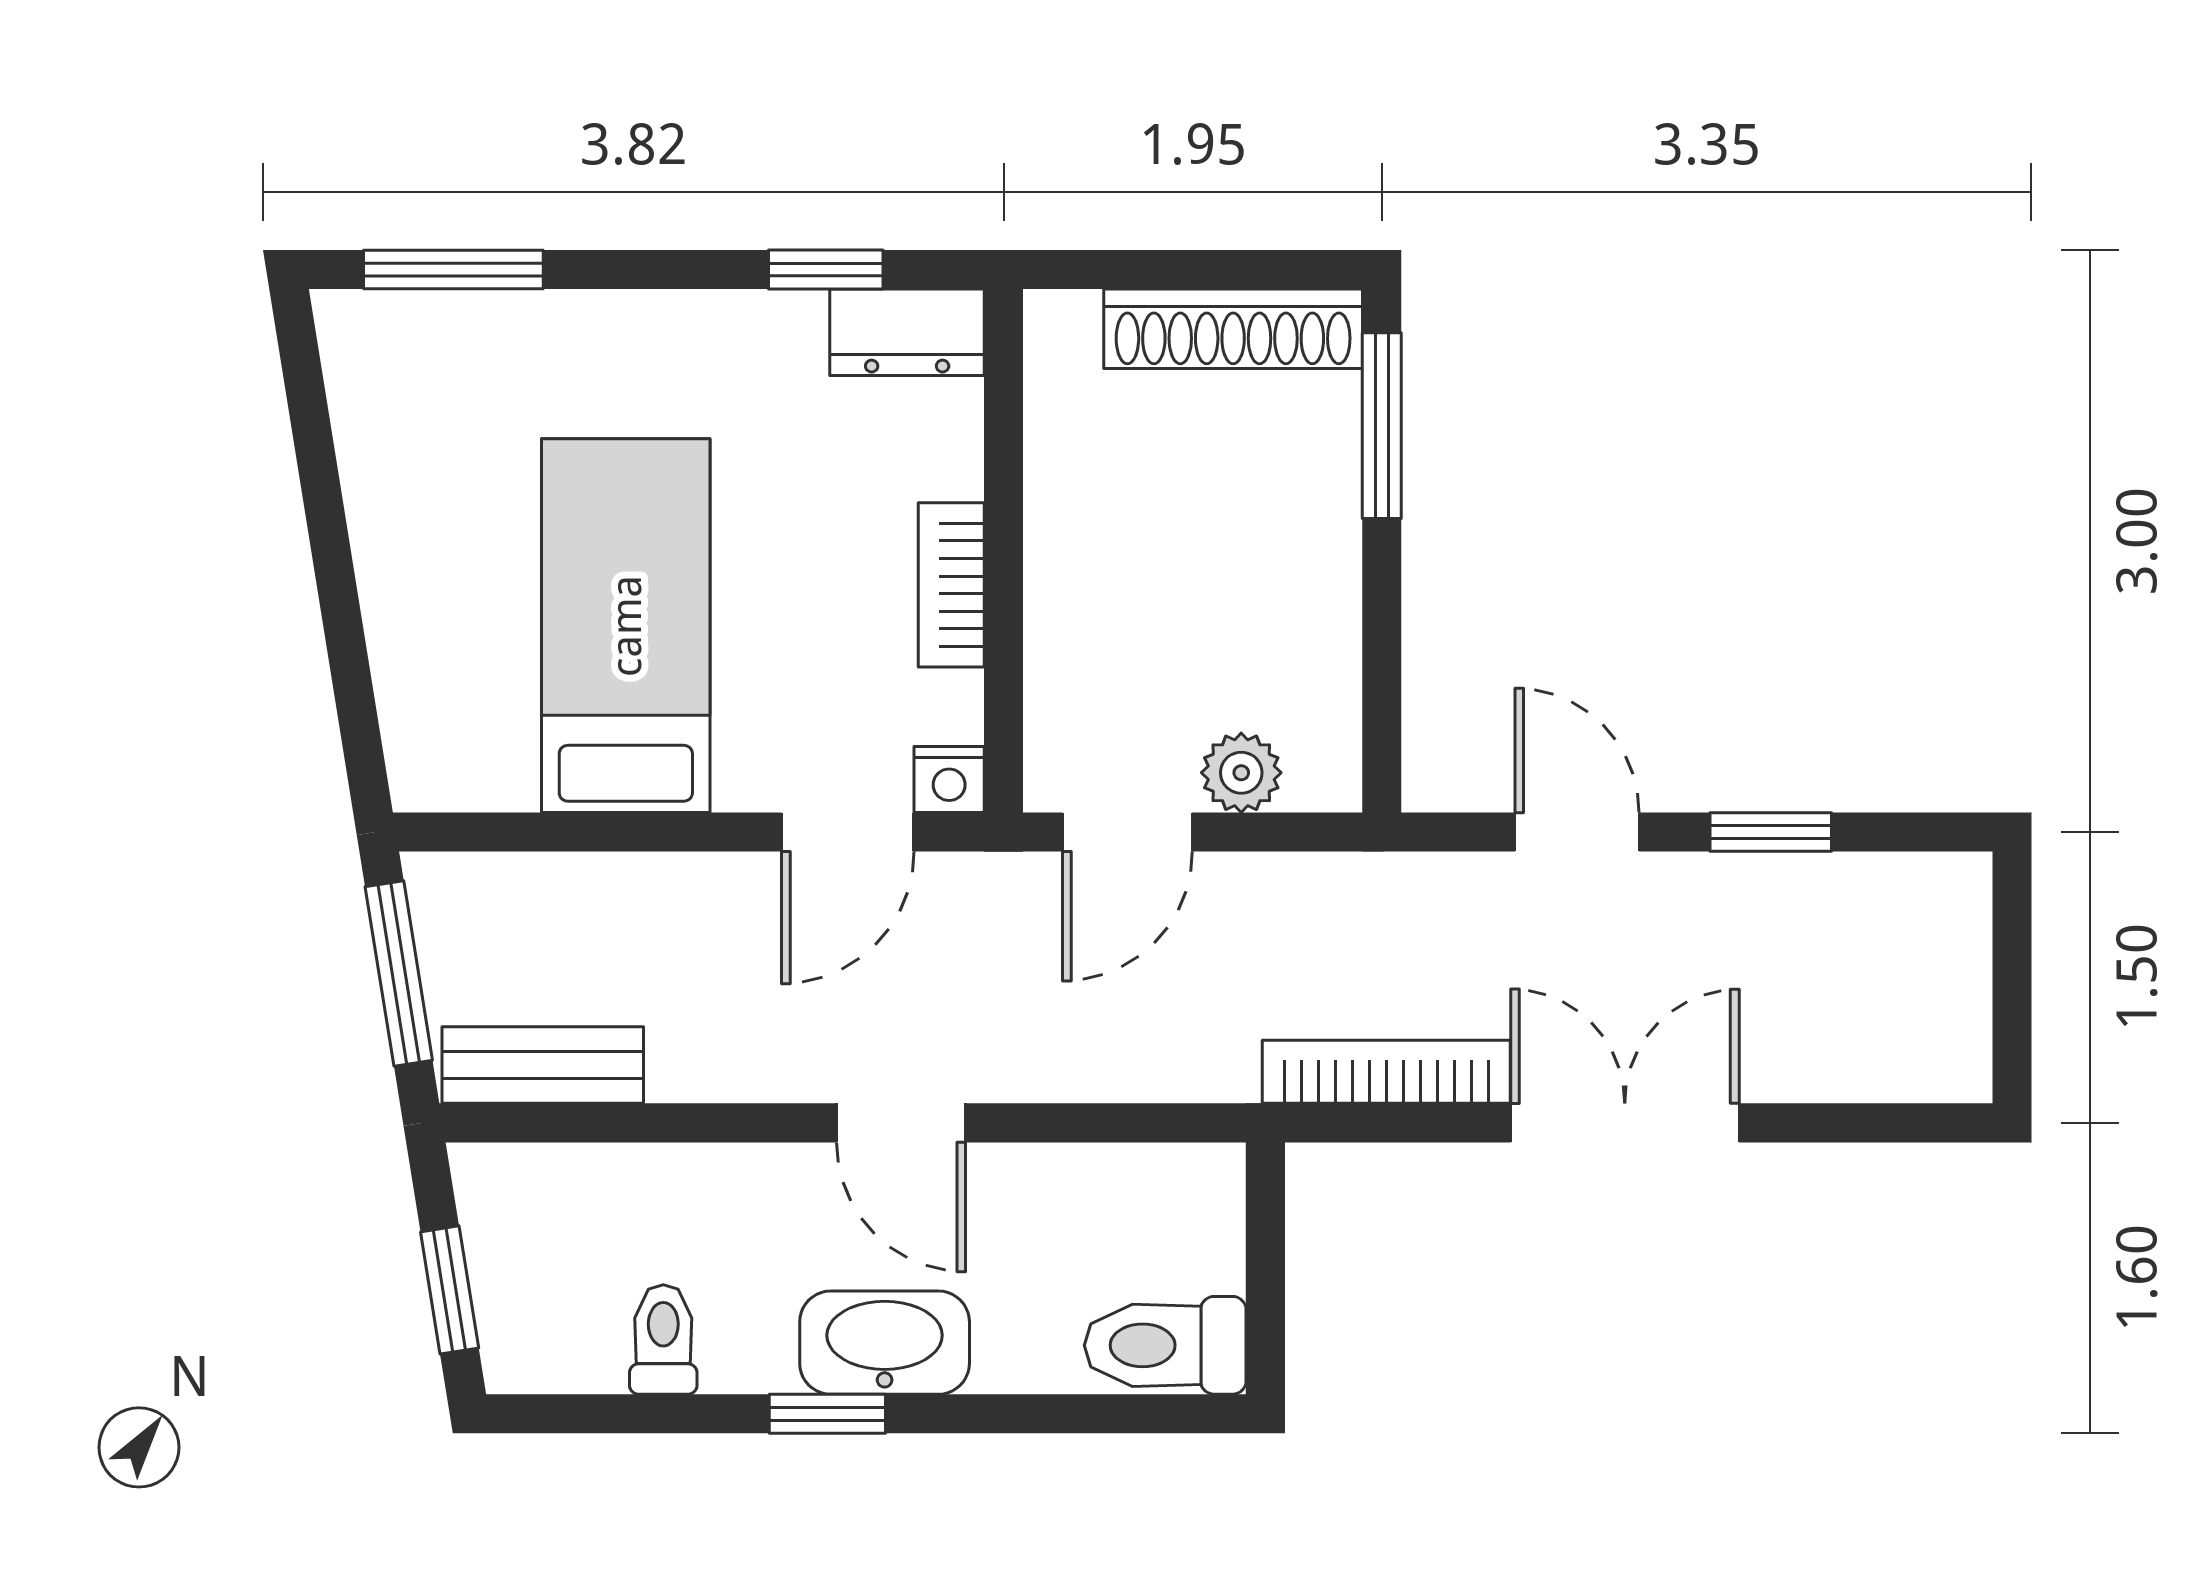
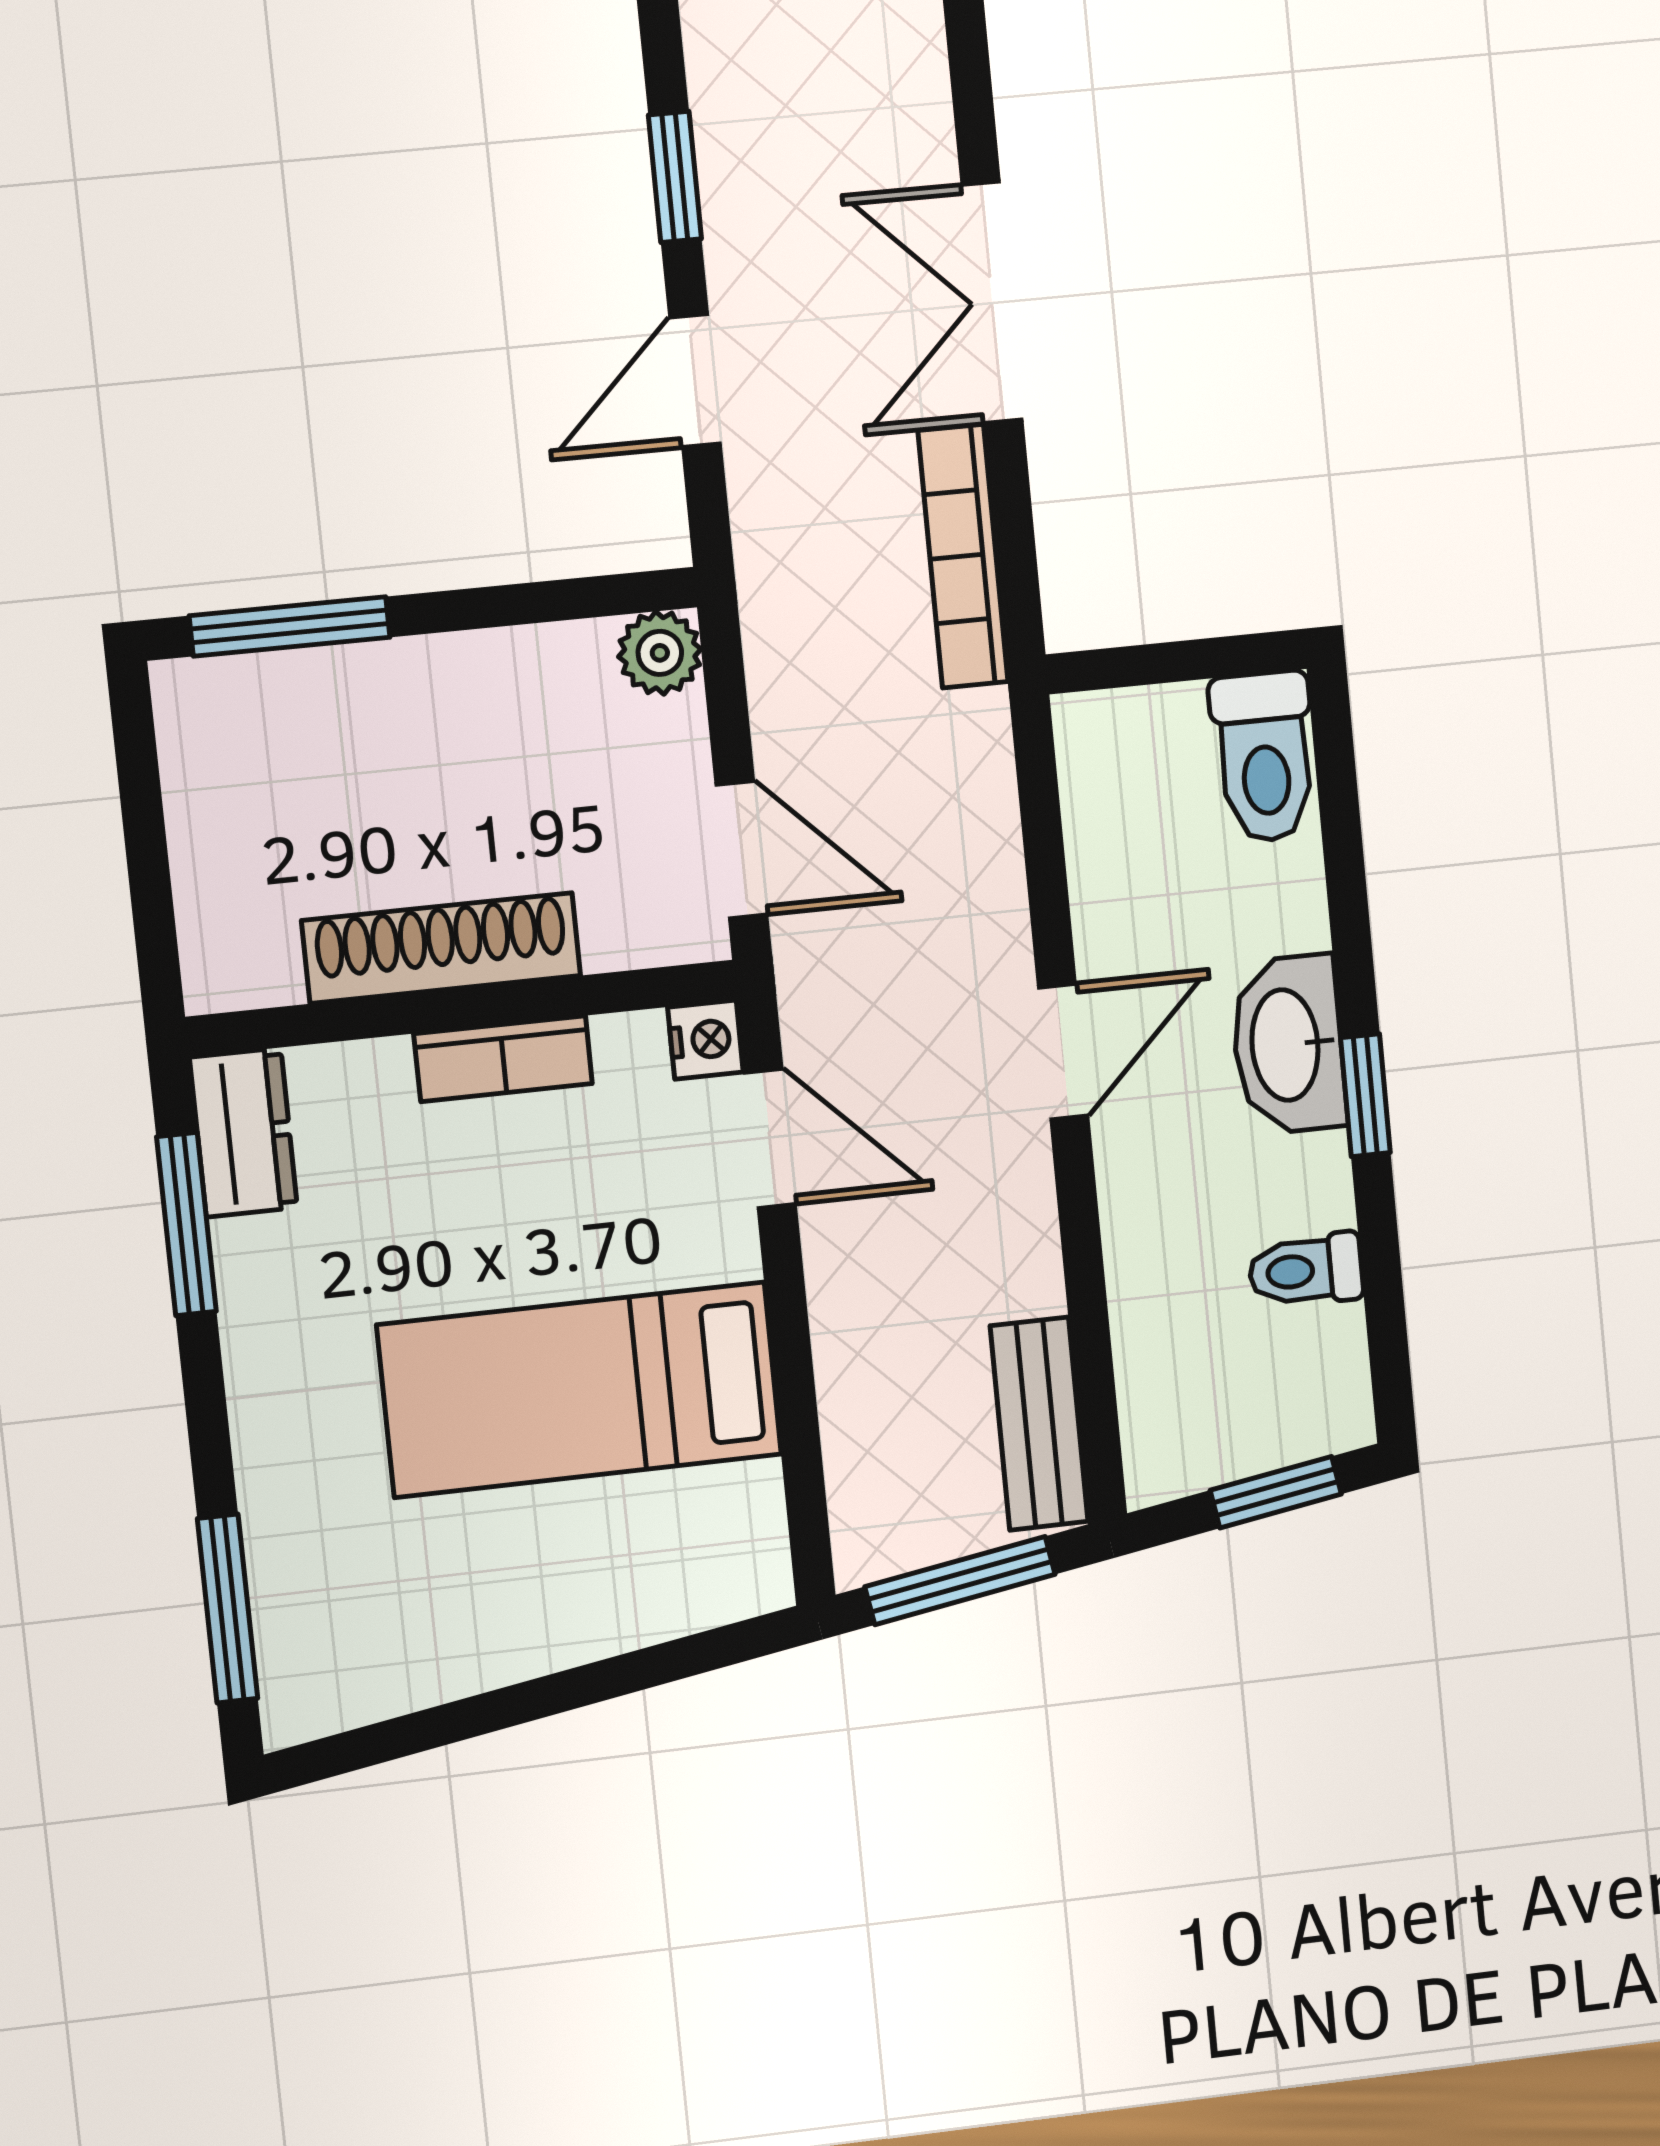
window: (826, 270) -> (186, 1224), width x1.50
shoe rack: (1233, 329) -> (441, 948), moved, turned -90
plant: (1241, 773) -> (660, 653), moved

